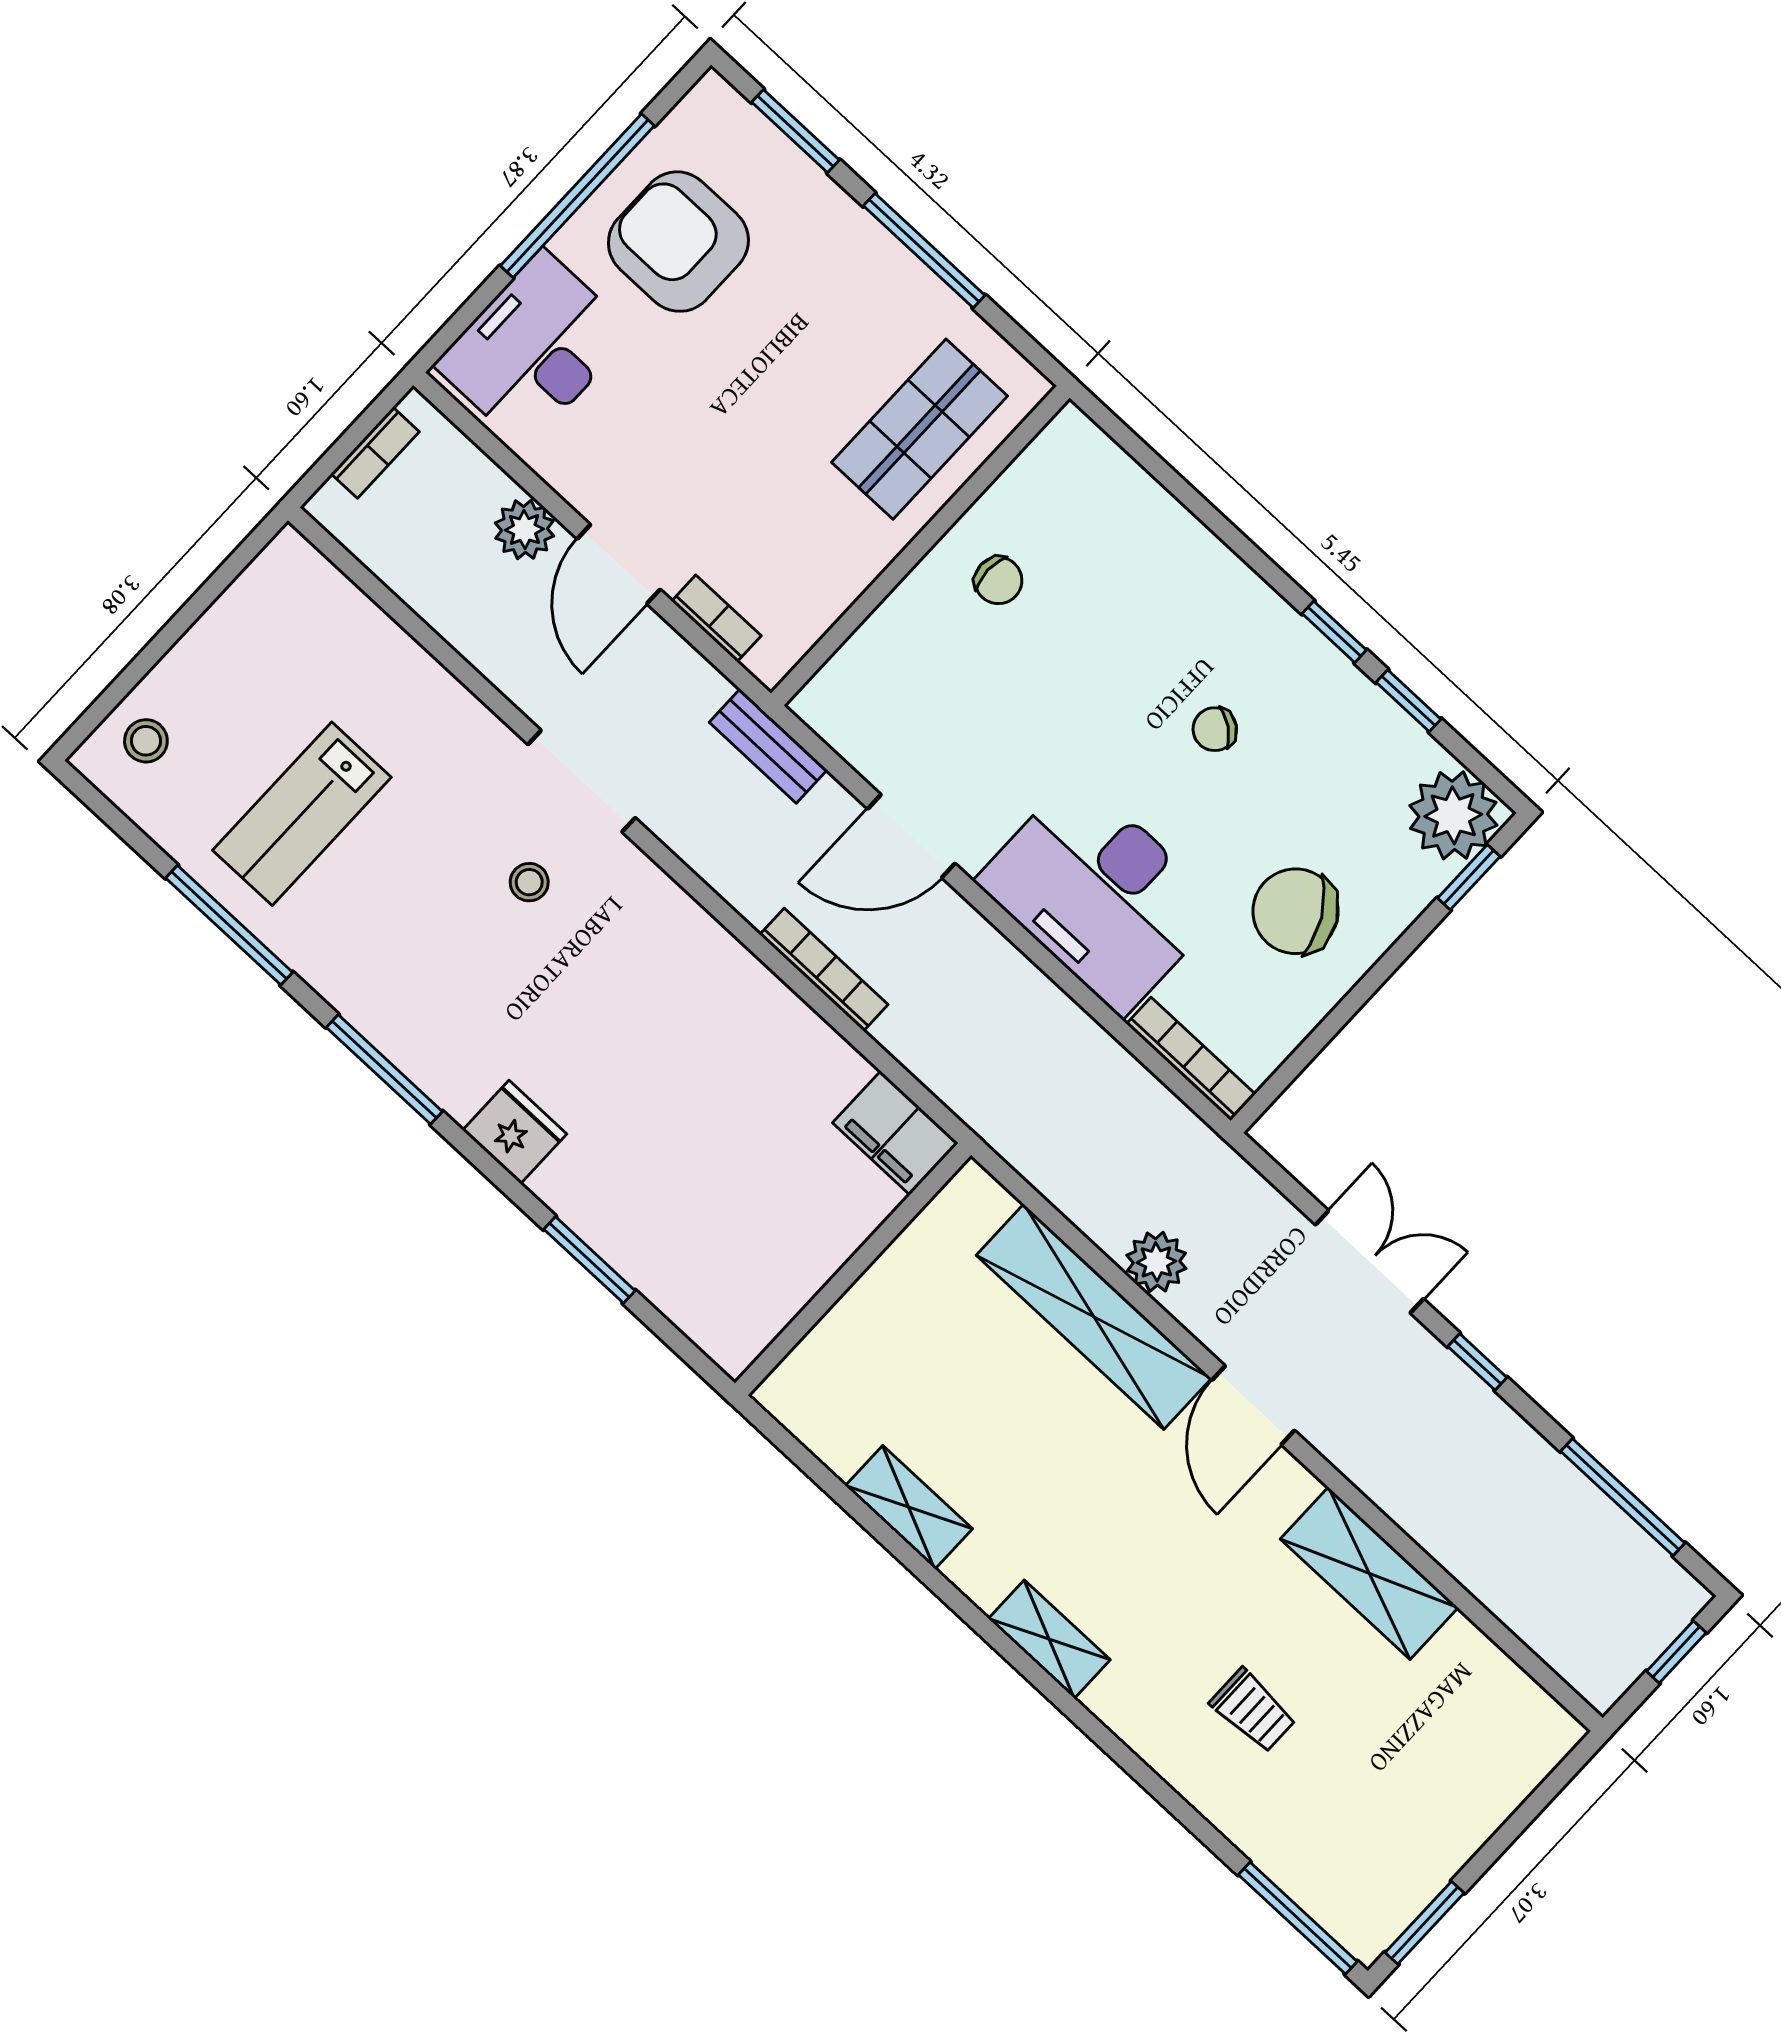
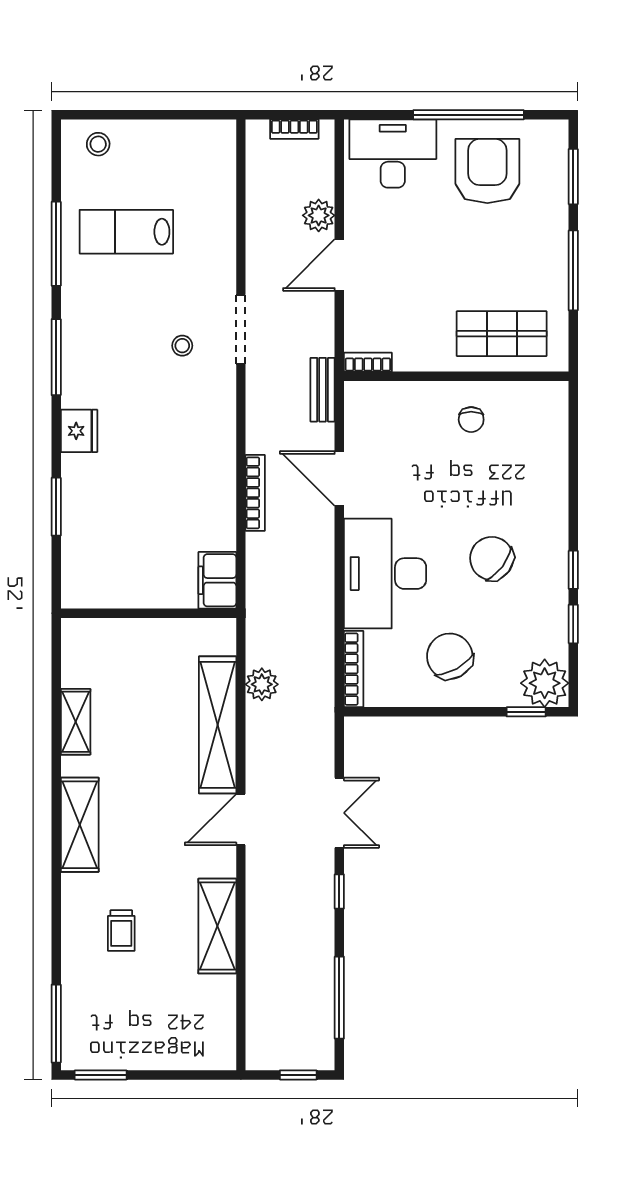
bookcase: (716, 619) -> (368, 362), moved, turned -90
chair: (1215, 729) -> (492, 558), width x1.87, depth x1.87
plant: (1156, 1262) -> (262, 684), moved
shelving: (1049, 1639) -> (80, 825), width x1.50, depth x1.33

